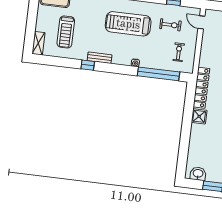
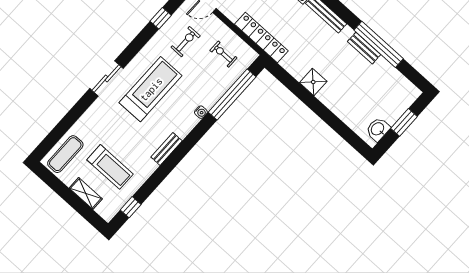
treadmill: (128, 24) -> (151, 89), turned 180
shelving: (38, 43) -> (86, 193), moved
window: (88, 65) -> (131, 207), moved
locker: (201, 88) -> (261, 37), moved

